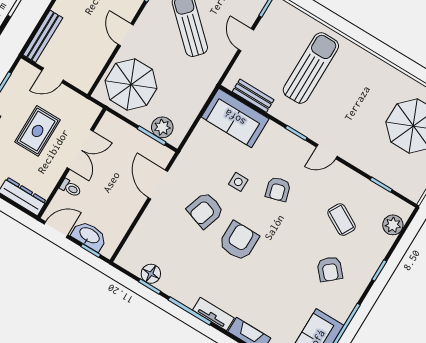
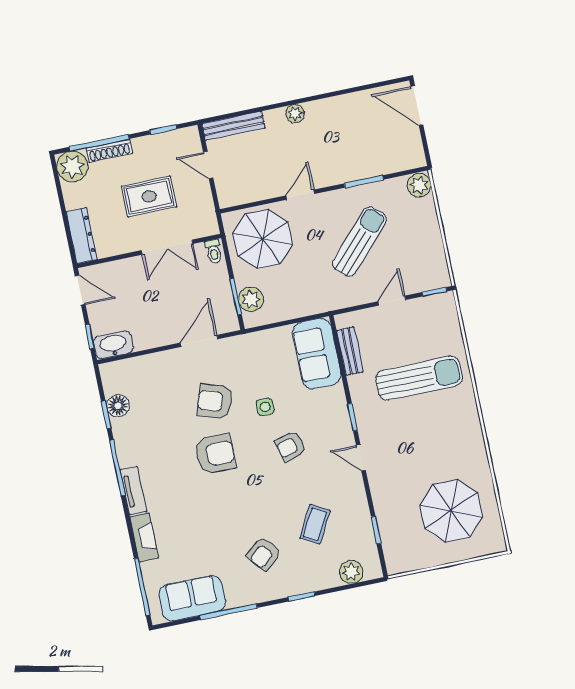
toilet: (71, 188) -> (214, 252), moved
washbasin: (89, 236) -> (113, 345), moved, turned -90

